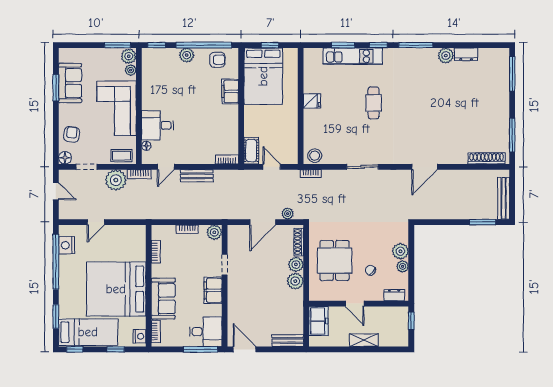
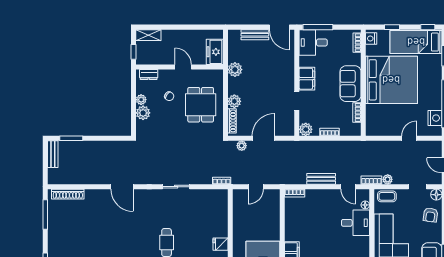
cot: (251, 151) -> (273, 201), removed
stool: (315, 156) -> (218, 196), removed
door: (166, 167) -> (348, 187), swing flipped
door: (272, 167) -> (256, 187), hinge flipped
door: (425, 167) -> (122, 187), swing flipped
plant: (116, 180) -> (388, 179), width x0.53, depth x0.53
bench: (504, 198) -> (53, 154), width x0.73
plant: (295, 281) -> (235, 70), moved
sofa: (163, 299) -> (350, 84), moved
shelving: (364, 340) -> (148, 35), moved
bench: (288, 341) -> (255, 35), moved

